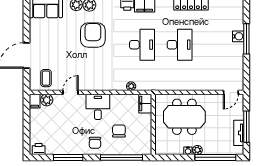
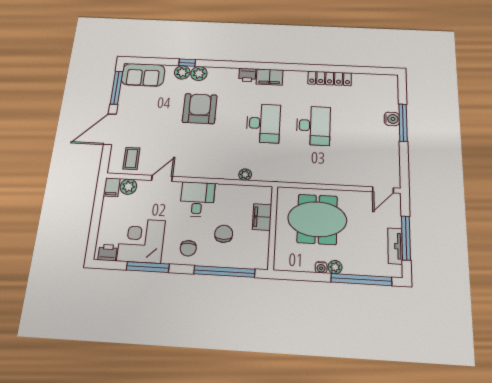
window: (26, 20) -> (116, 88), added
filing cabinet: (145, 104) -> (262, 217), moved
corner desk: (61, 139) -> (141, 241), added

